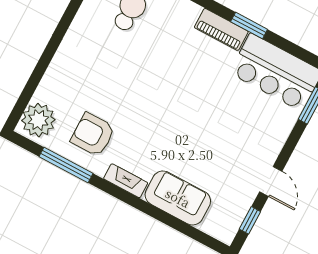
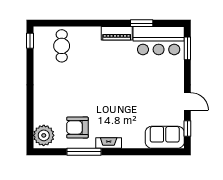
window: (249, 26) -> (142, 23), moved
window: (66, 165) -> (84, 152), moved
sofa: (178, 198) -> (165, 137), moved

